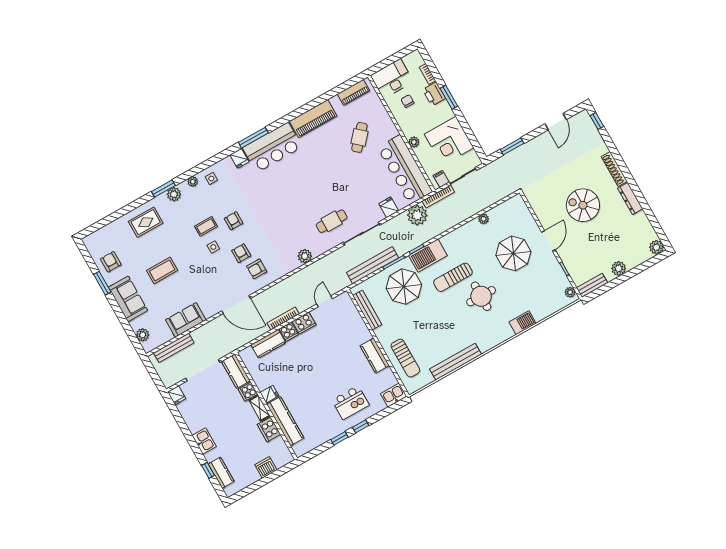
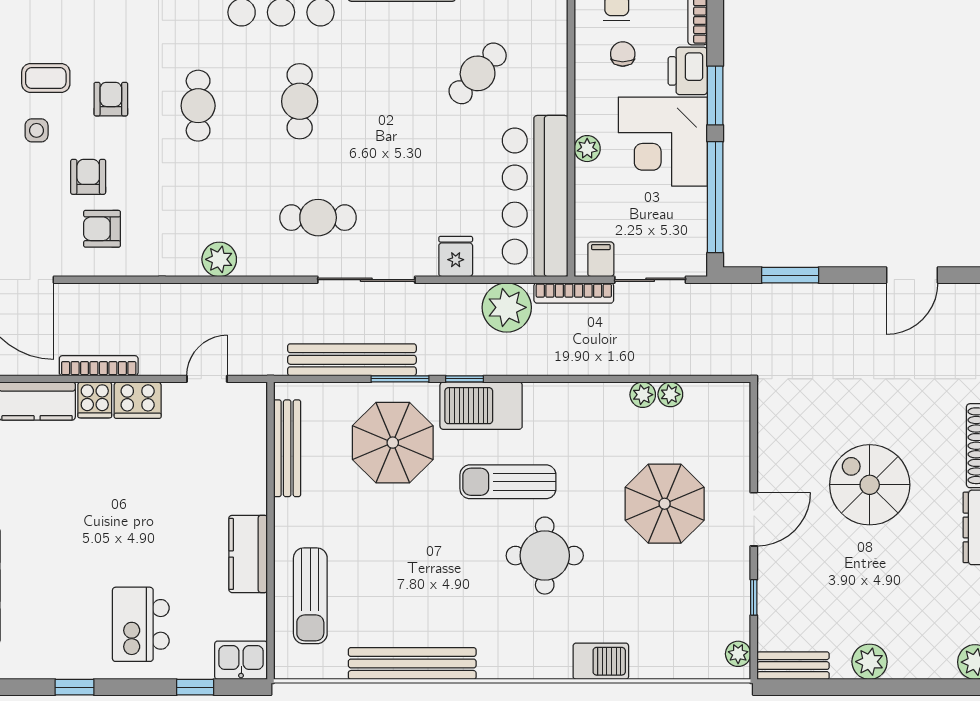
window: (469, 134) -> (715, 197), added
corner desk: (449, 141) -> (663, 142), moved
cafe table: (301, 183) -> (300, 101), added
cafe table: (266, 205) -> (198, 106), added
plant: (493, 213) -> (670, 394), added
kitchen island: (351, 403) -> (141, 624), turned 90
window: (361, 426) -> (195, 687), moved

